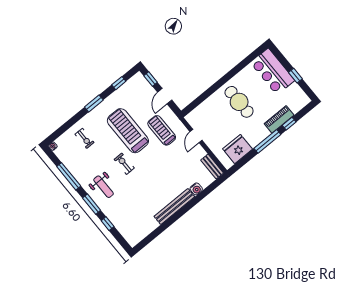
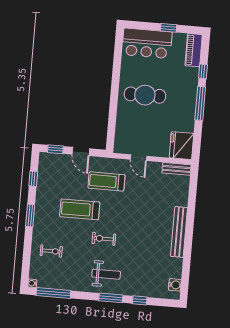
piano: (279, 119) -> (194, 50), moved
treadmill: (128, 131) -> (80, 209), width x0.73, depth x0.73
fridge: (238, 149) -> (182, 146), moved
window: (69, 176) -> (53, 293), moved
water cooler: (196, 189) -> (175, 285), moved

